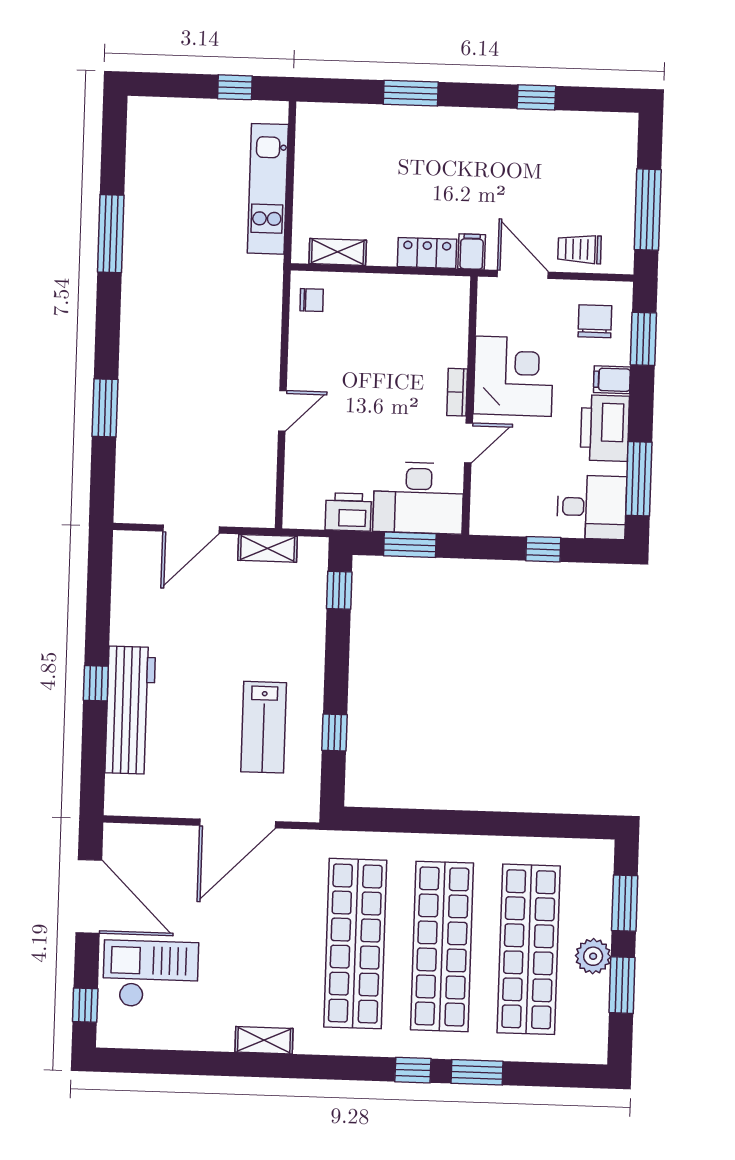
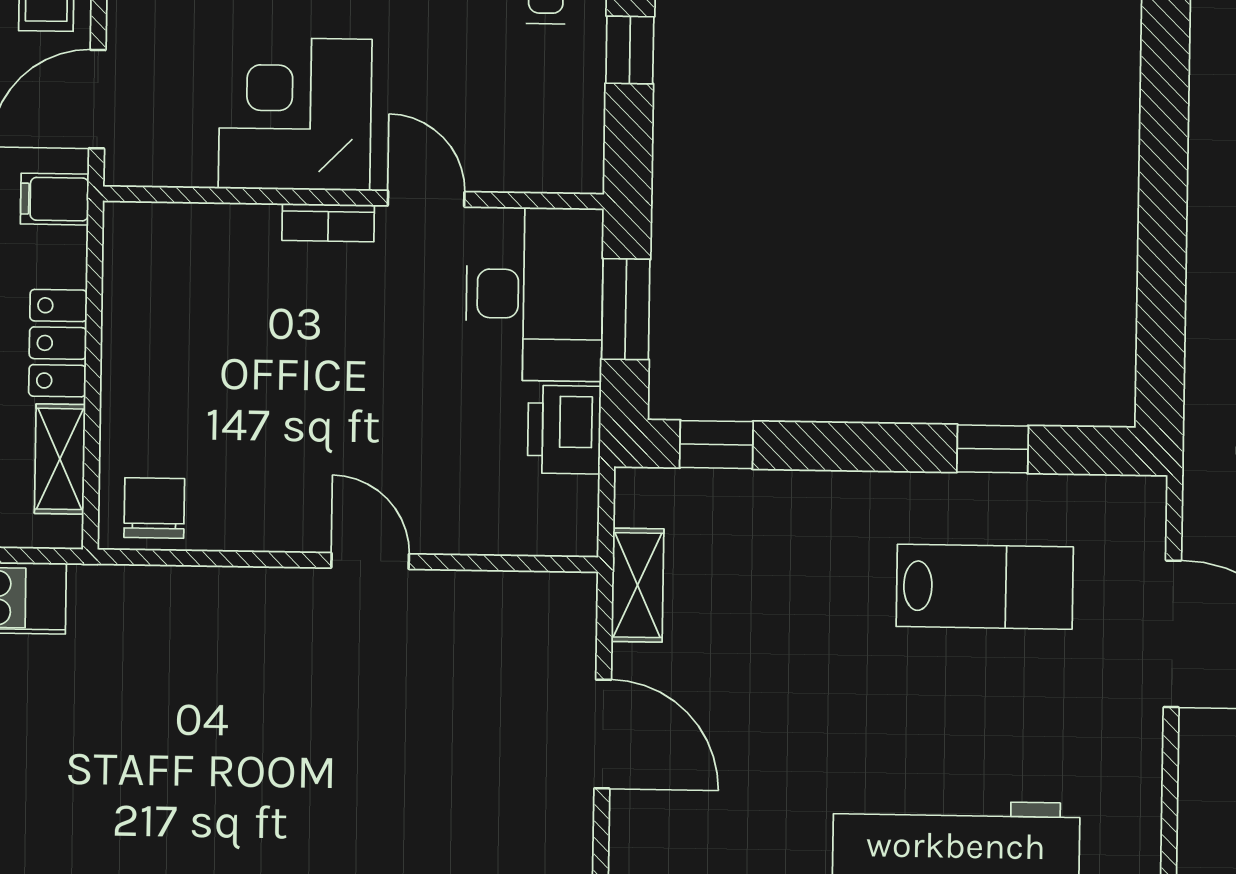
locker: (427, 253) -> (58, 343), moved
chair: (312, 300) -> (154, 508), width x1.37, depth x1.37

